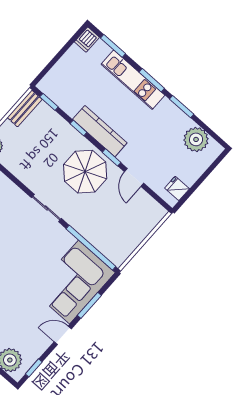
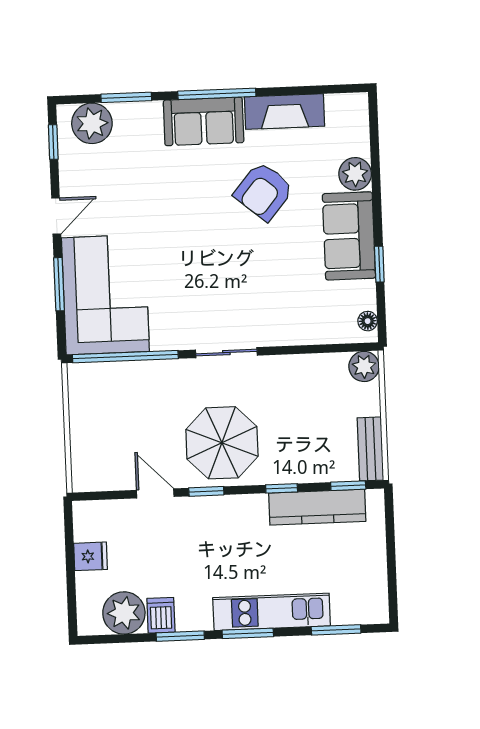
dishwasher: (87, 40) -> (161, 615), moved
kitchen counter: (100, 131) -> (317, 507), moved
fridge: (177, 188) -> (91, 556), moved

